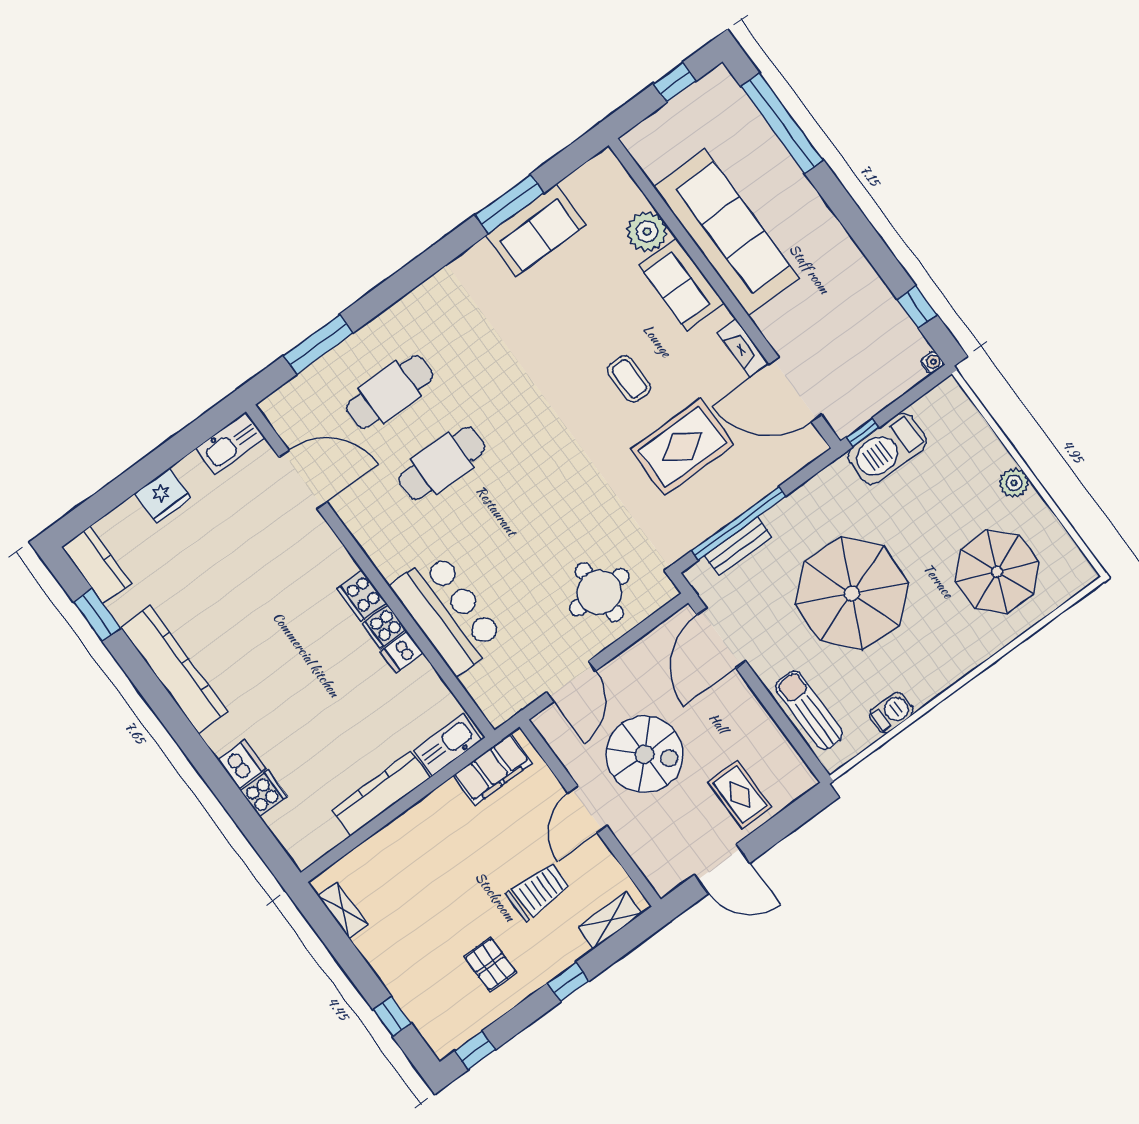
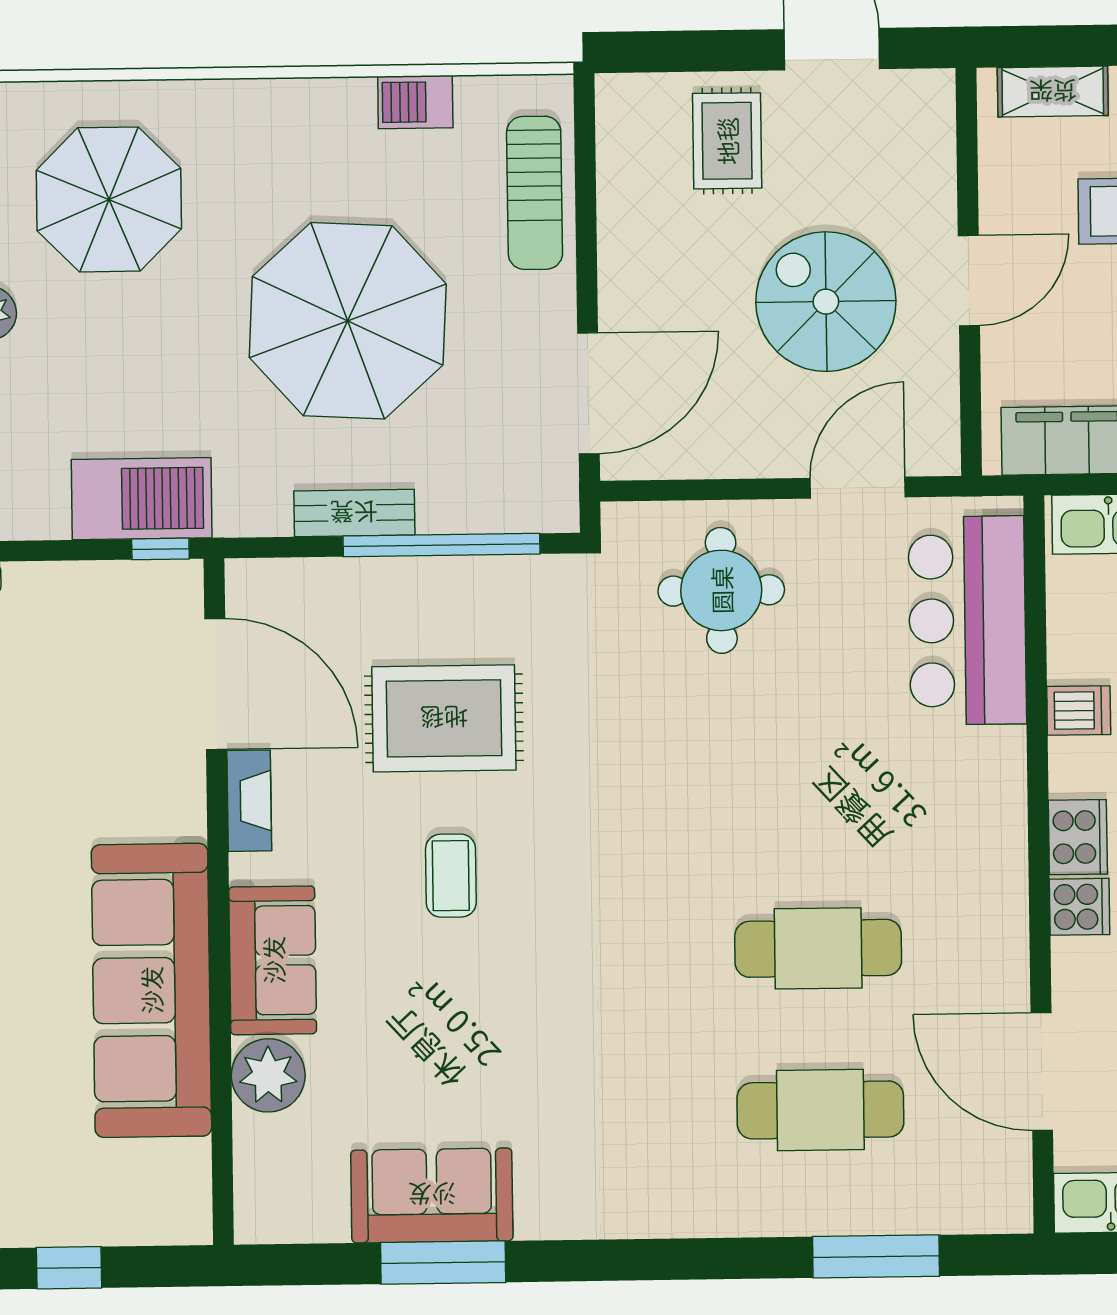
bench: (738, 546) -> (354, 513), moved
bar counter: (448, 613) -> (967, 620), moved
cooker: (384, 627) -> (1080, 907), moved

